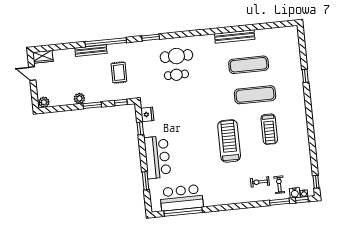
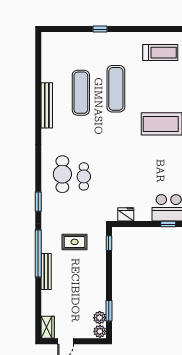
plant: (79, 98) -> (100, 318), moved
window: (92, 105) -> (109, 311), moved
window: (140, 128) -> (168, 224), moved
treadmill: (269, 129) -> (160, 53), moved

